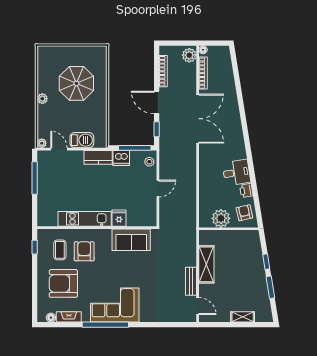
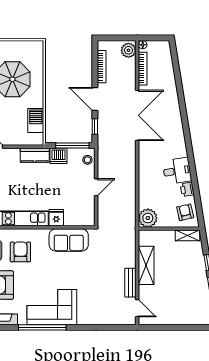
barbecue: (82, 140) -> (36, 121), moved, turned -90
plant: (221, 218) -> (148, 218), moved
shelving: (243, 317) -> (188, 235), moved

